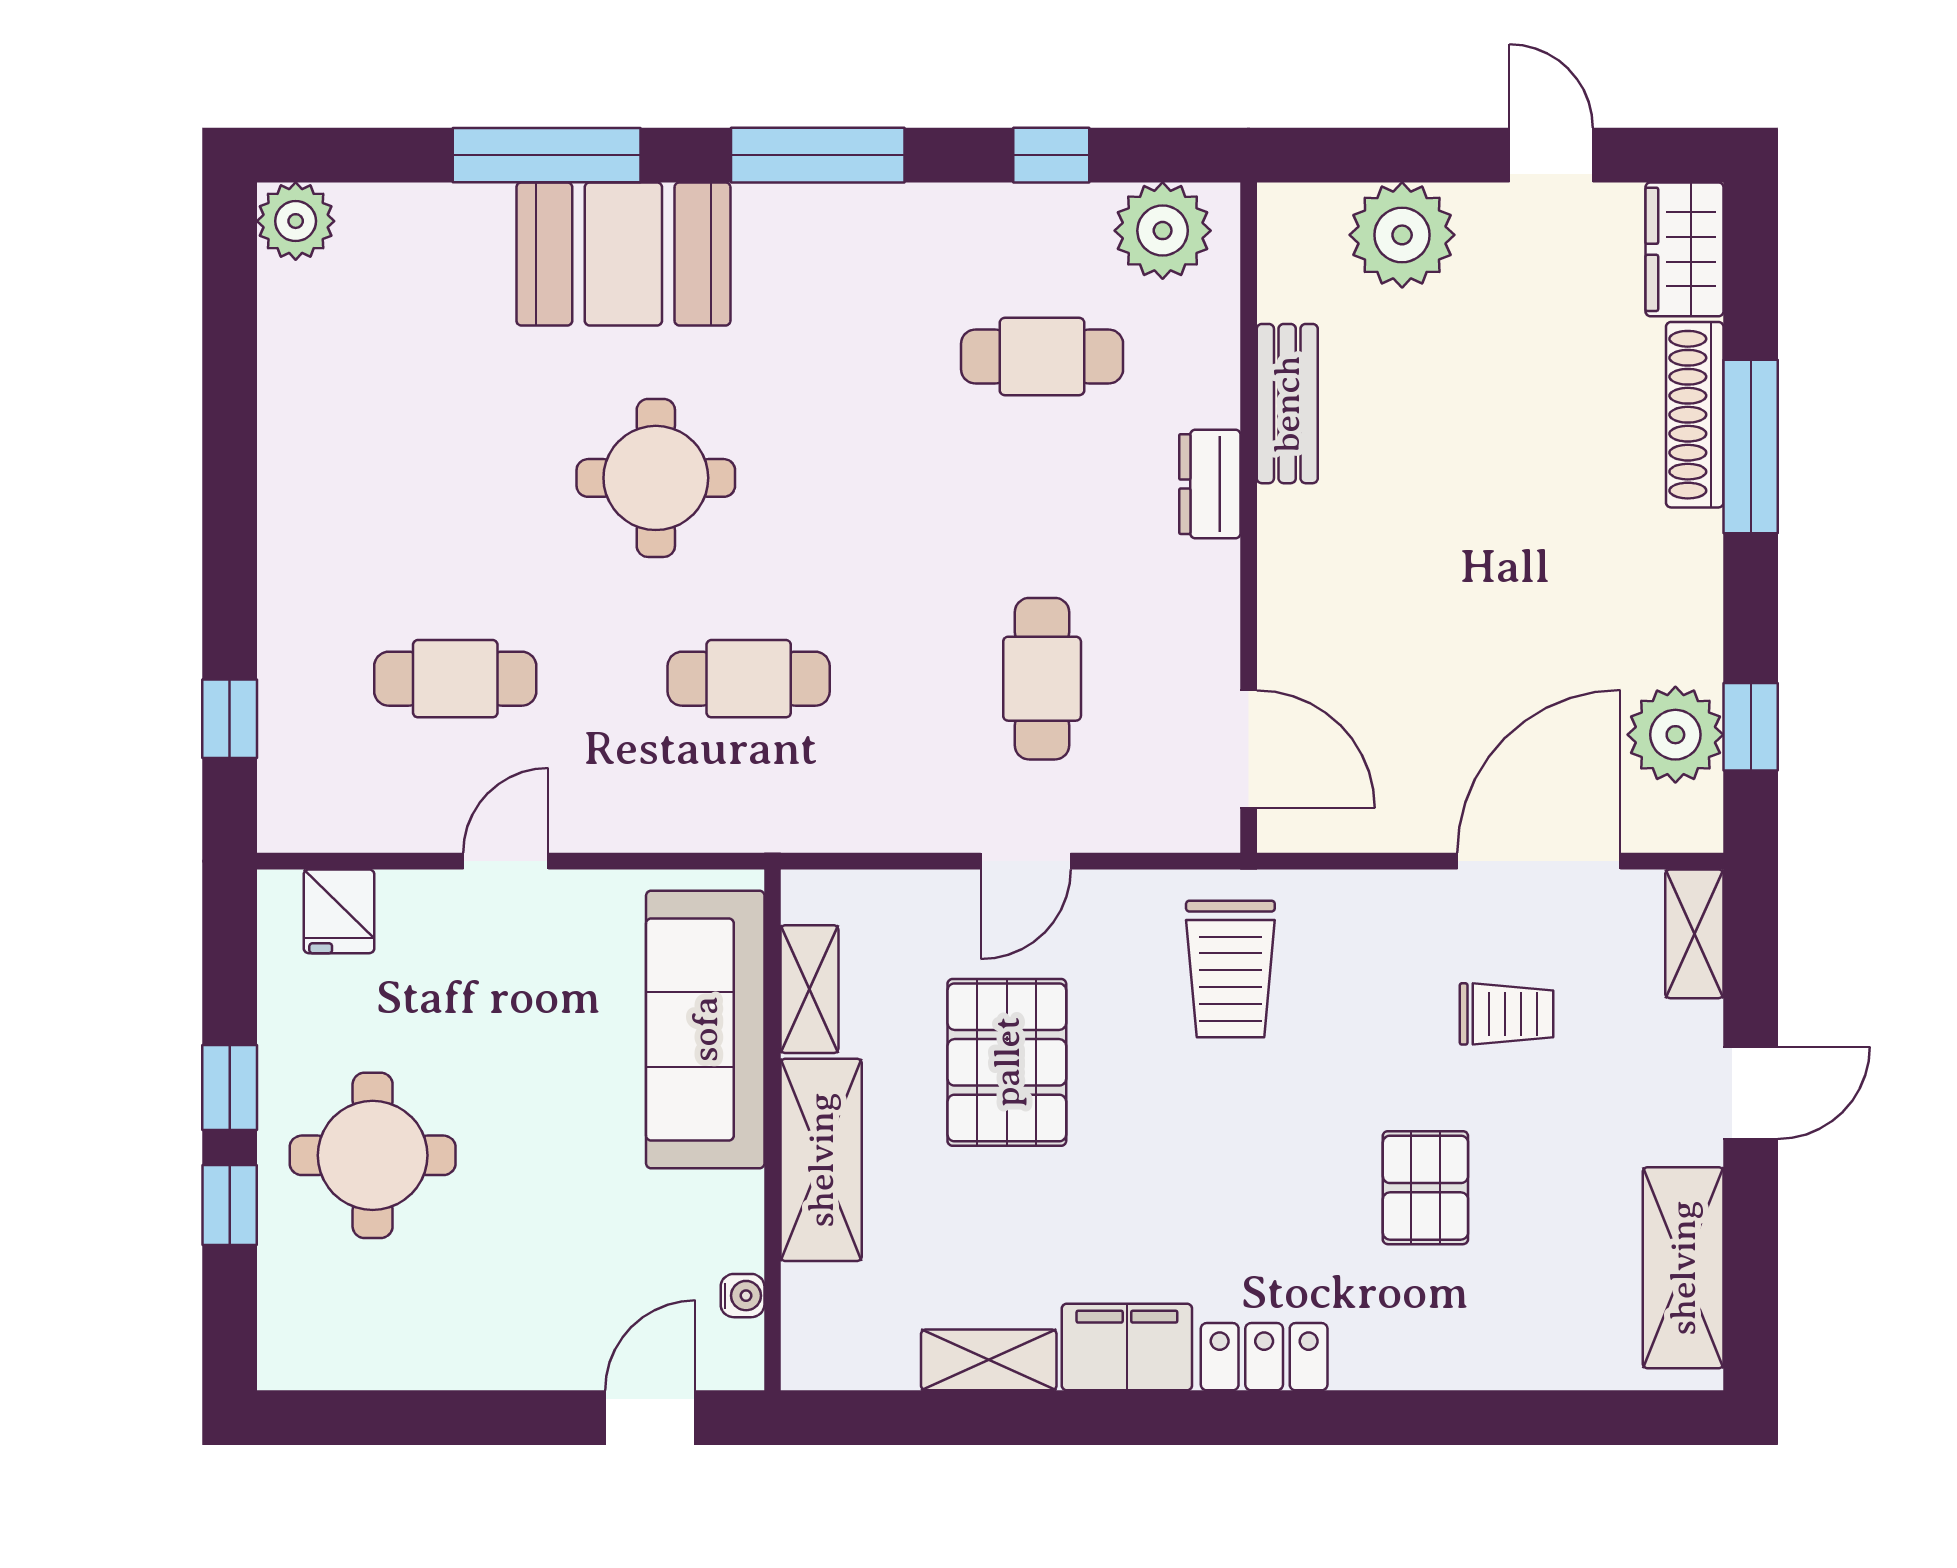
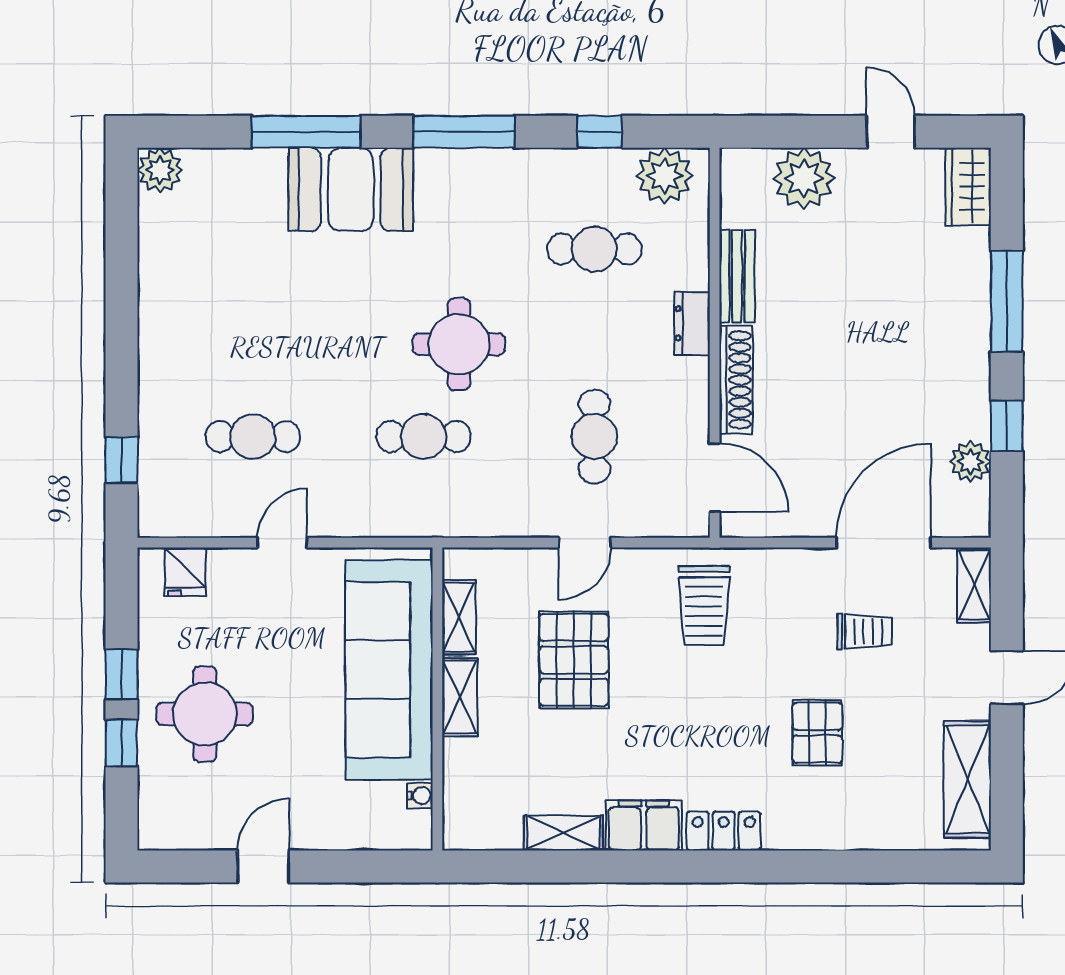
shoe rack: (1695, 415) -> (736, 380), moved, turned 180
round table: (656, 478) -> (459, 344), moved
window: (1751, 727) -> (1007, 426), moved
plant: (1675, 735) -> (970, 462), width x0.73, depth x0.73
sofa: (705, 1029) -> (389, 670), width x1.36, depth x1.27
shelving: (821, 1160) -> (460, 697), width x0.67, depth x0.75
door: (650, 1418) -> (263, 867), moved

